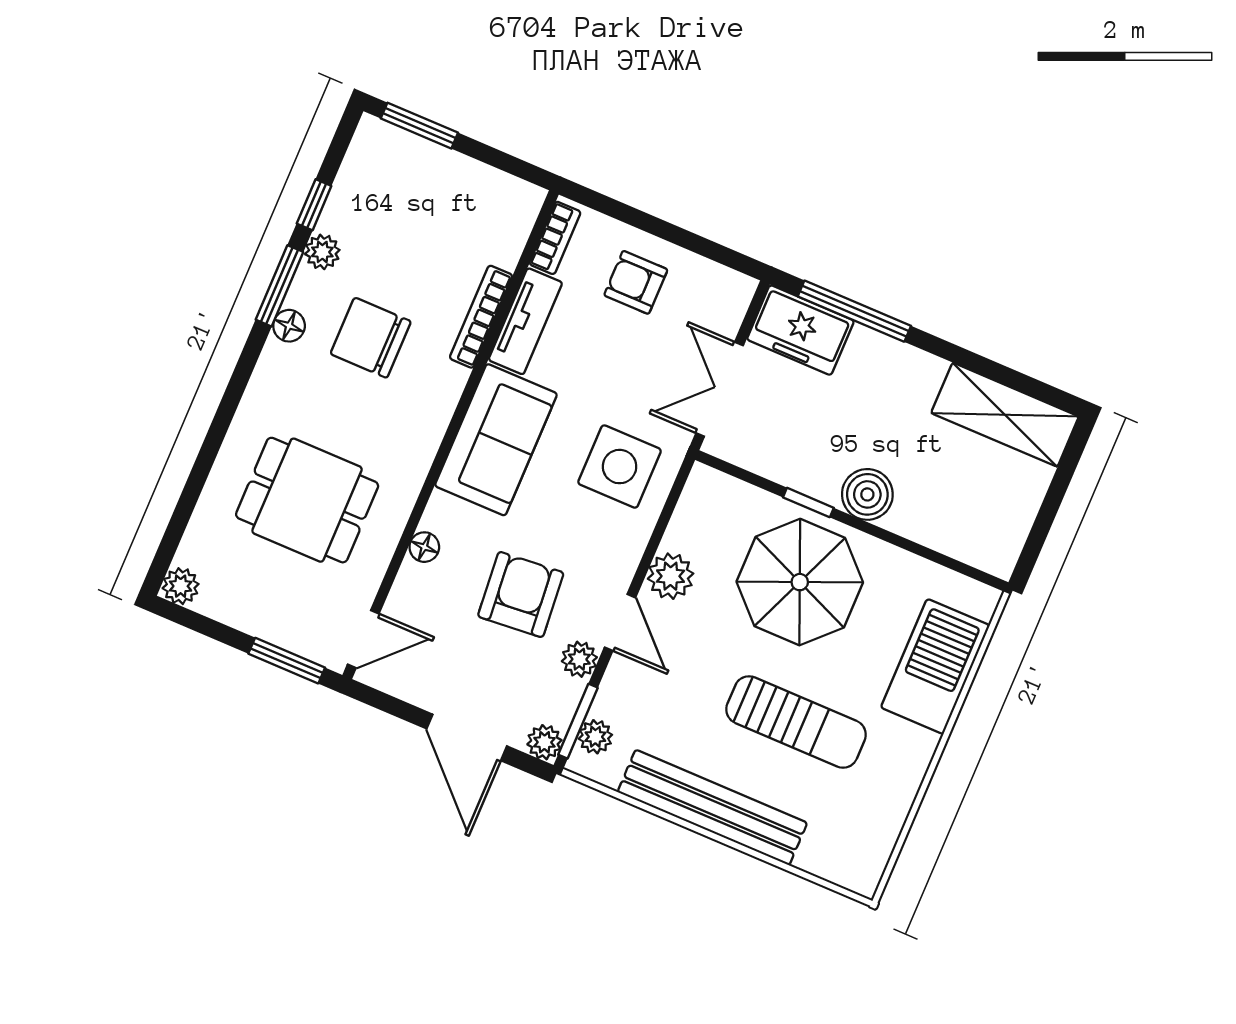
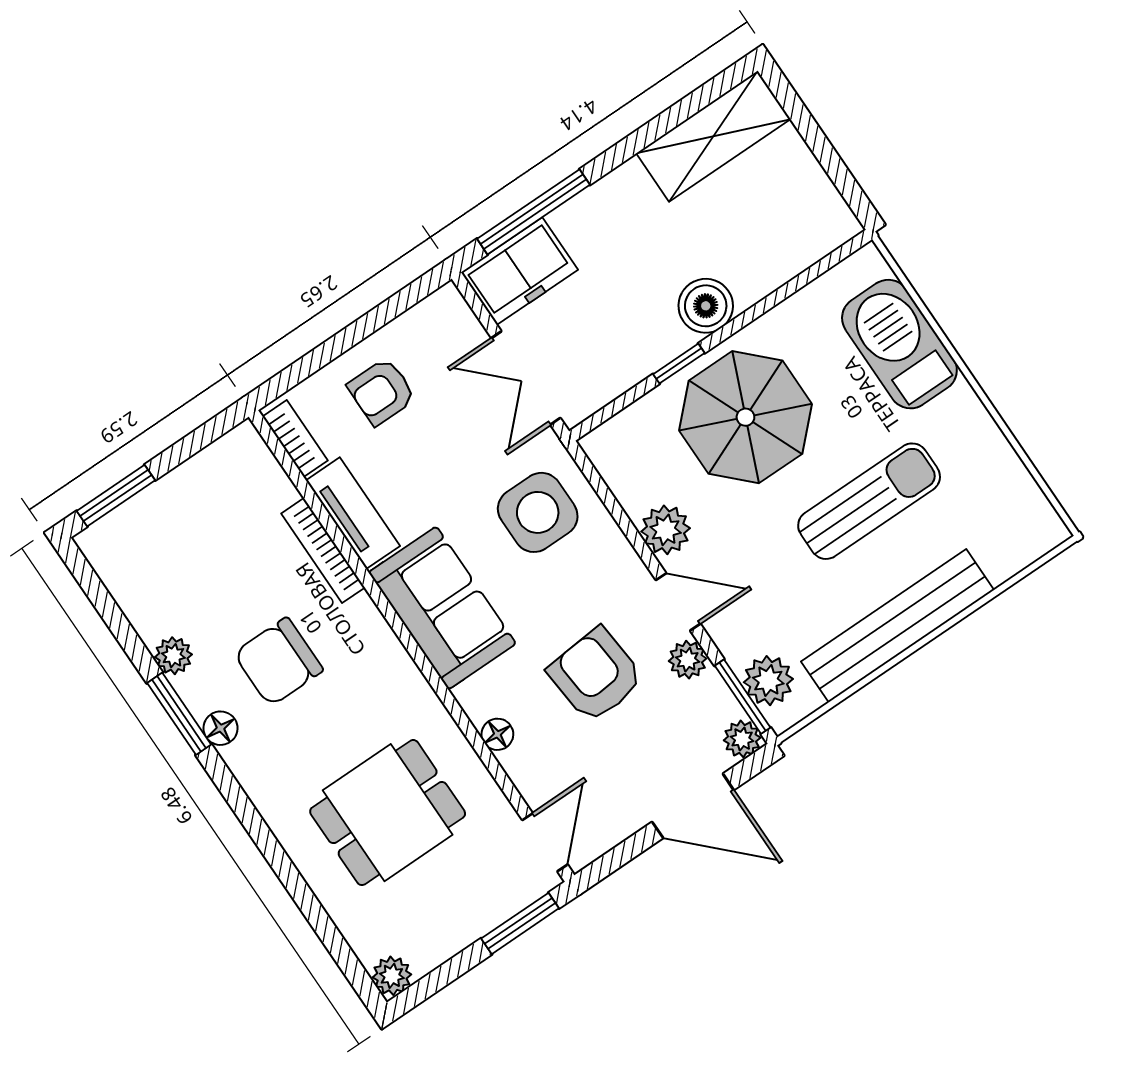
window: (314, 205) -> (126, 636), removed
plant: (595, 737) -> (768, 681), width x1.38, depth x1.38

